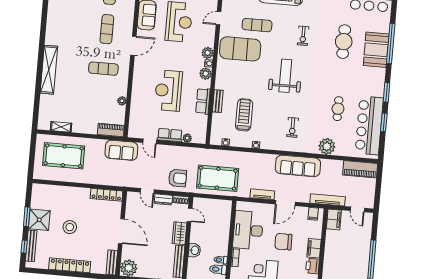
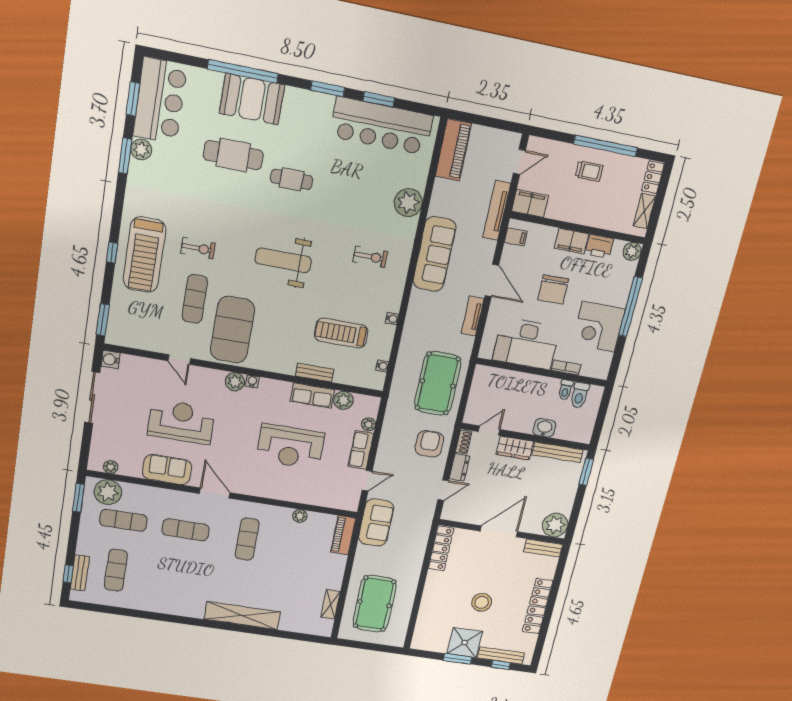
exercise bike: (303, 36) -> (198, 248), moved
plant: (206, 74) -> (343, 400), moved
cafe table: (338, 109) -> (292, 179), moved
trolley: (356, 252) -> (589, 171), added

